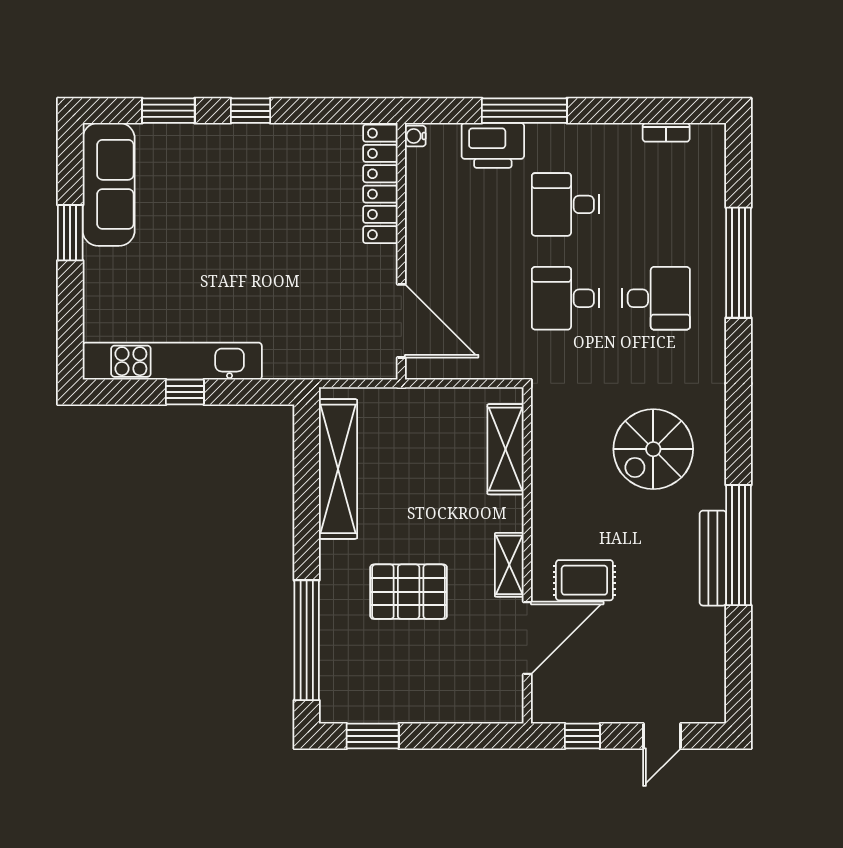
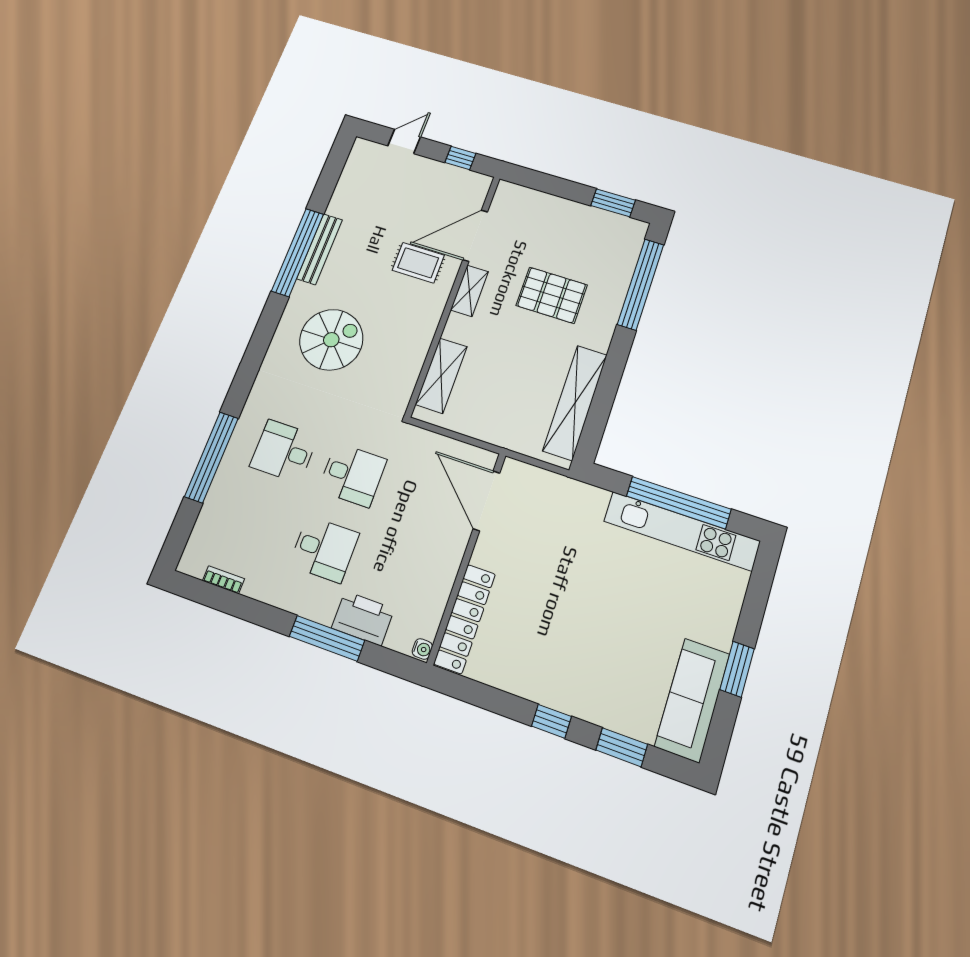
window: (185, 392) -> (679, 503), width x3.17

